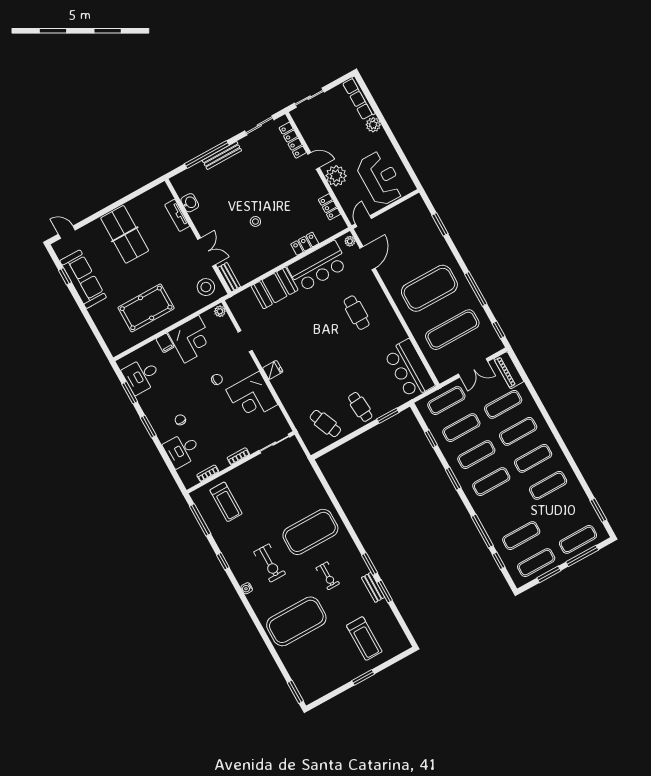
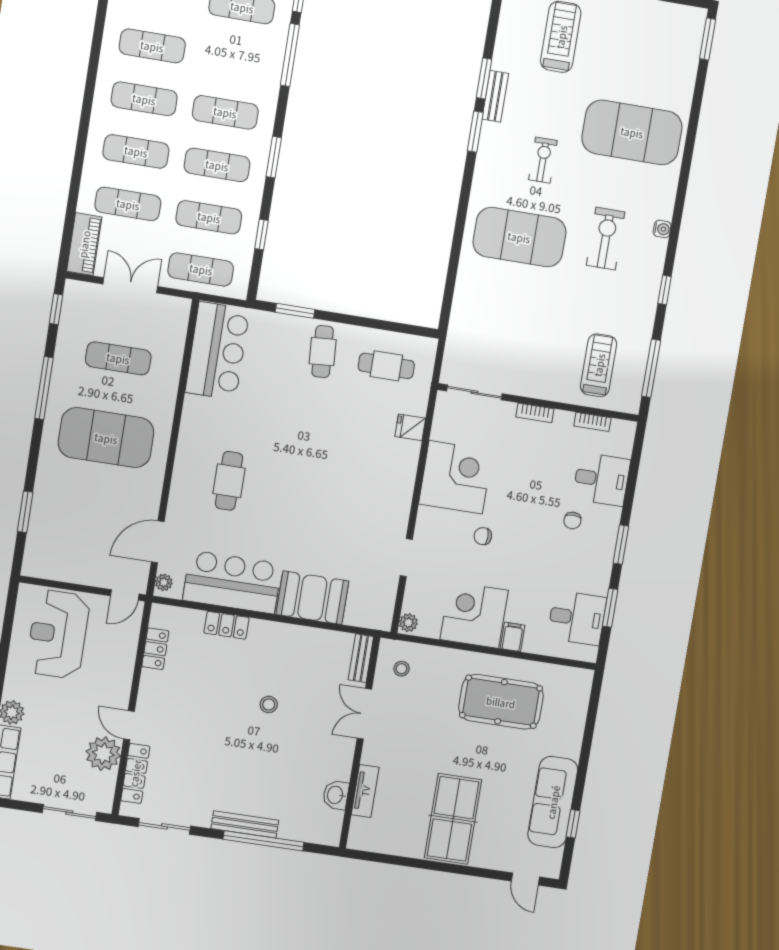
plant: (336, 176) -> (103, 754), moved
stool: (206, 287) -> (402, 669), width x0.53, depth x0.53
exercise mat: (452, 330) -> (118, 358), width x0.73, depth x0.69
fridge: (273, 370) -> (410, 427), moved
cafe table: (325, 424) -> (386, 366), turned -67

